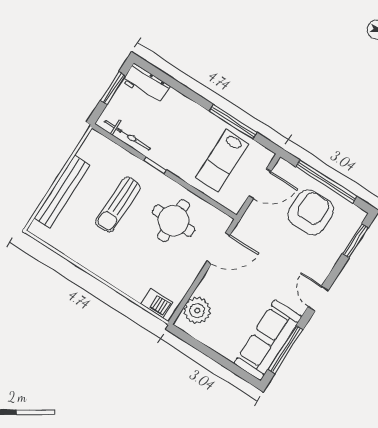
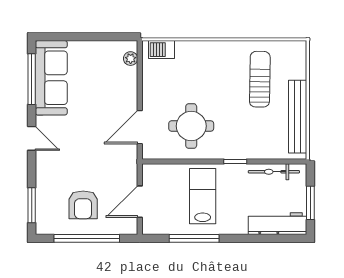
workbench: (146, 84) -> (278, 224), width x1.38
lab bench: (222, 161) -> (203, 196), moved
bench: (62, 191) -> (298, 117), moved
sun lounger: (118, 205) -> (260, 79), moved
armchair: (311, 212) -> (83, 205), width x0.73, depth x0.73
plant: (197, 311) -> (131, 59), width x0.53, depth x0.53

